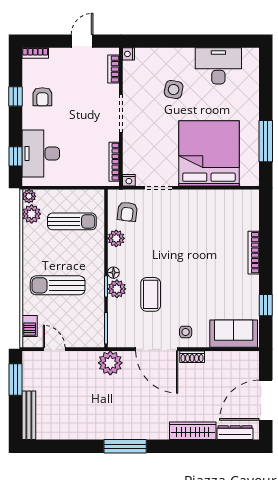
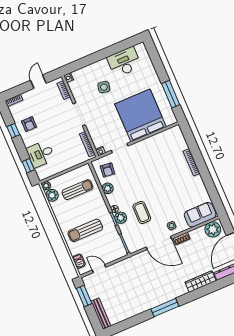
desk: (41, 153) -> (41, 154), width x0.73
window: (266, 305) -> (212, 190), removed
plant: (110, 363) -> (213, 229), moved

